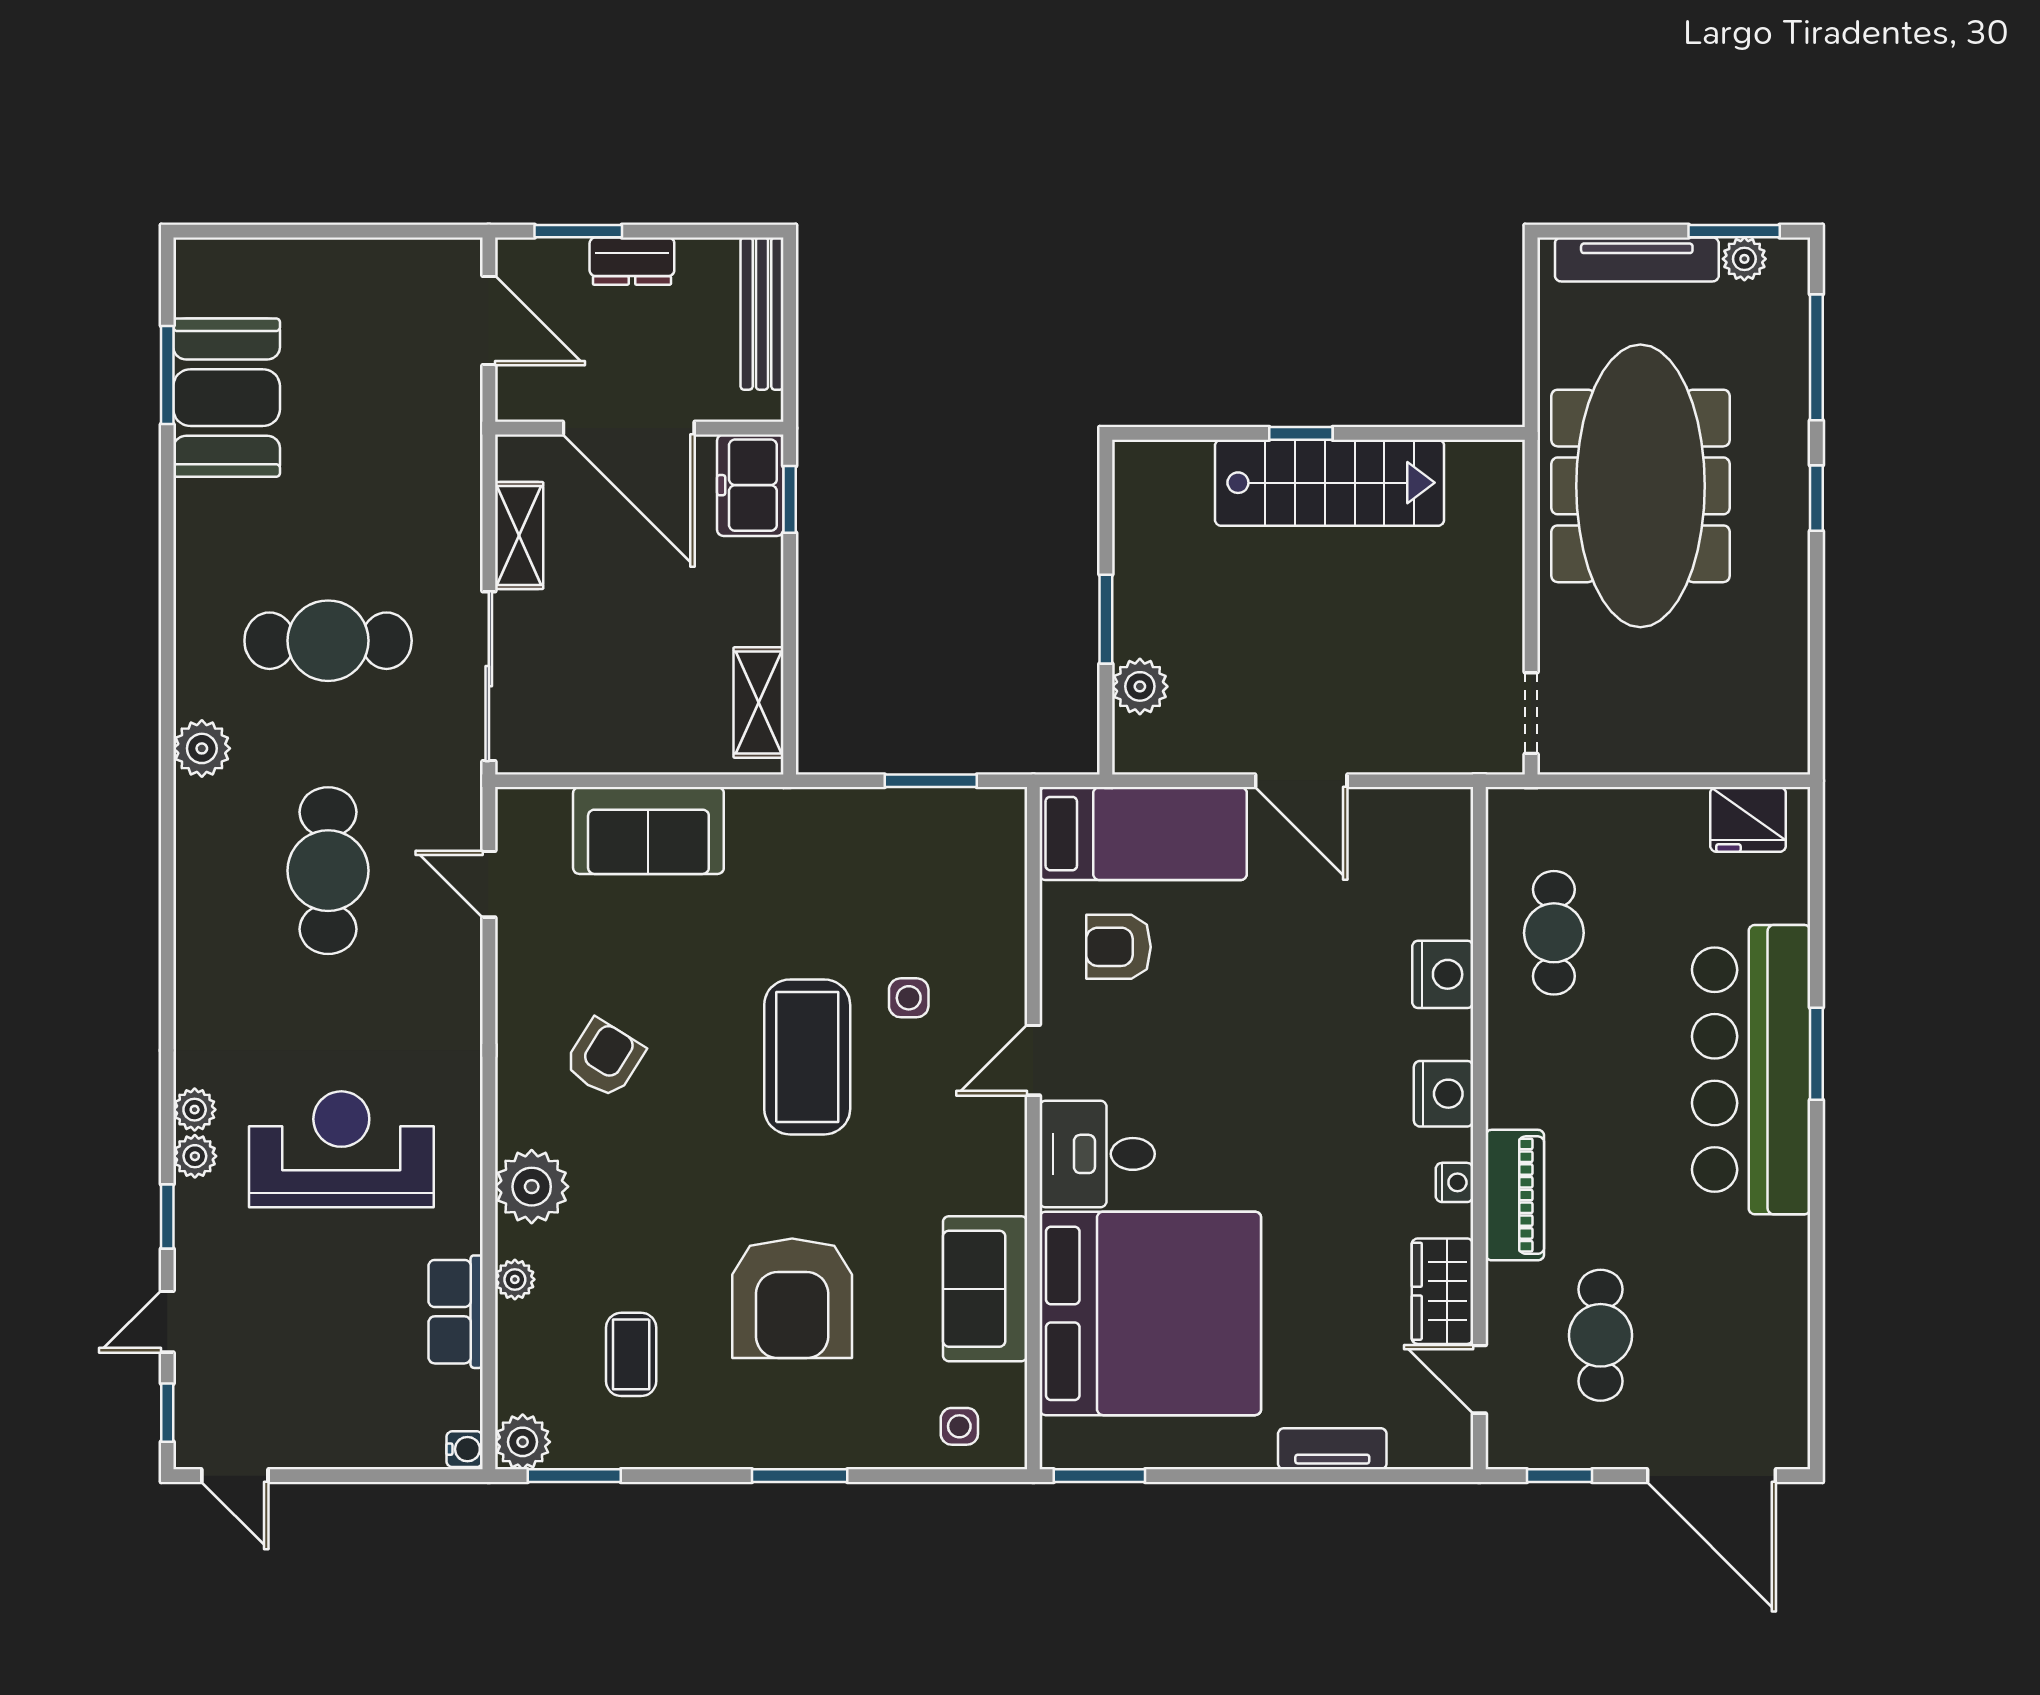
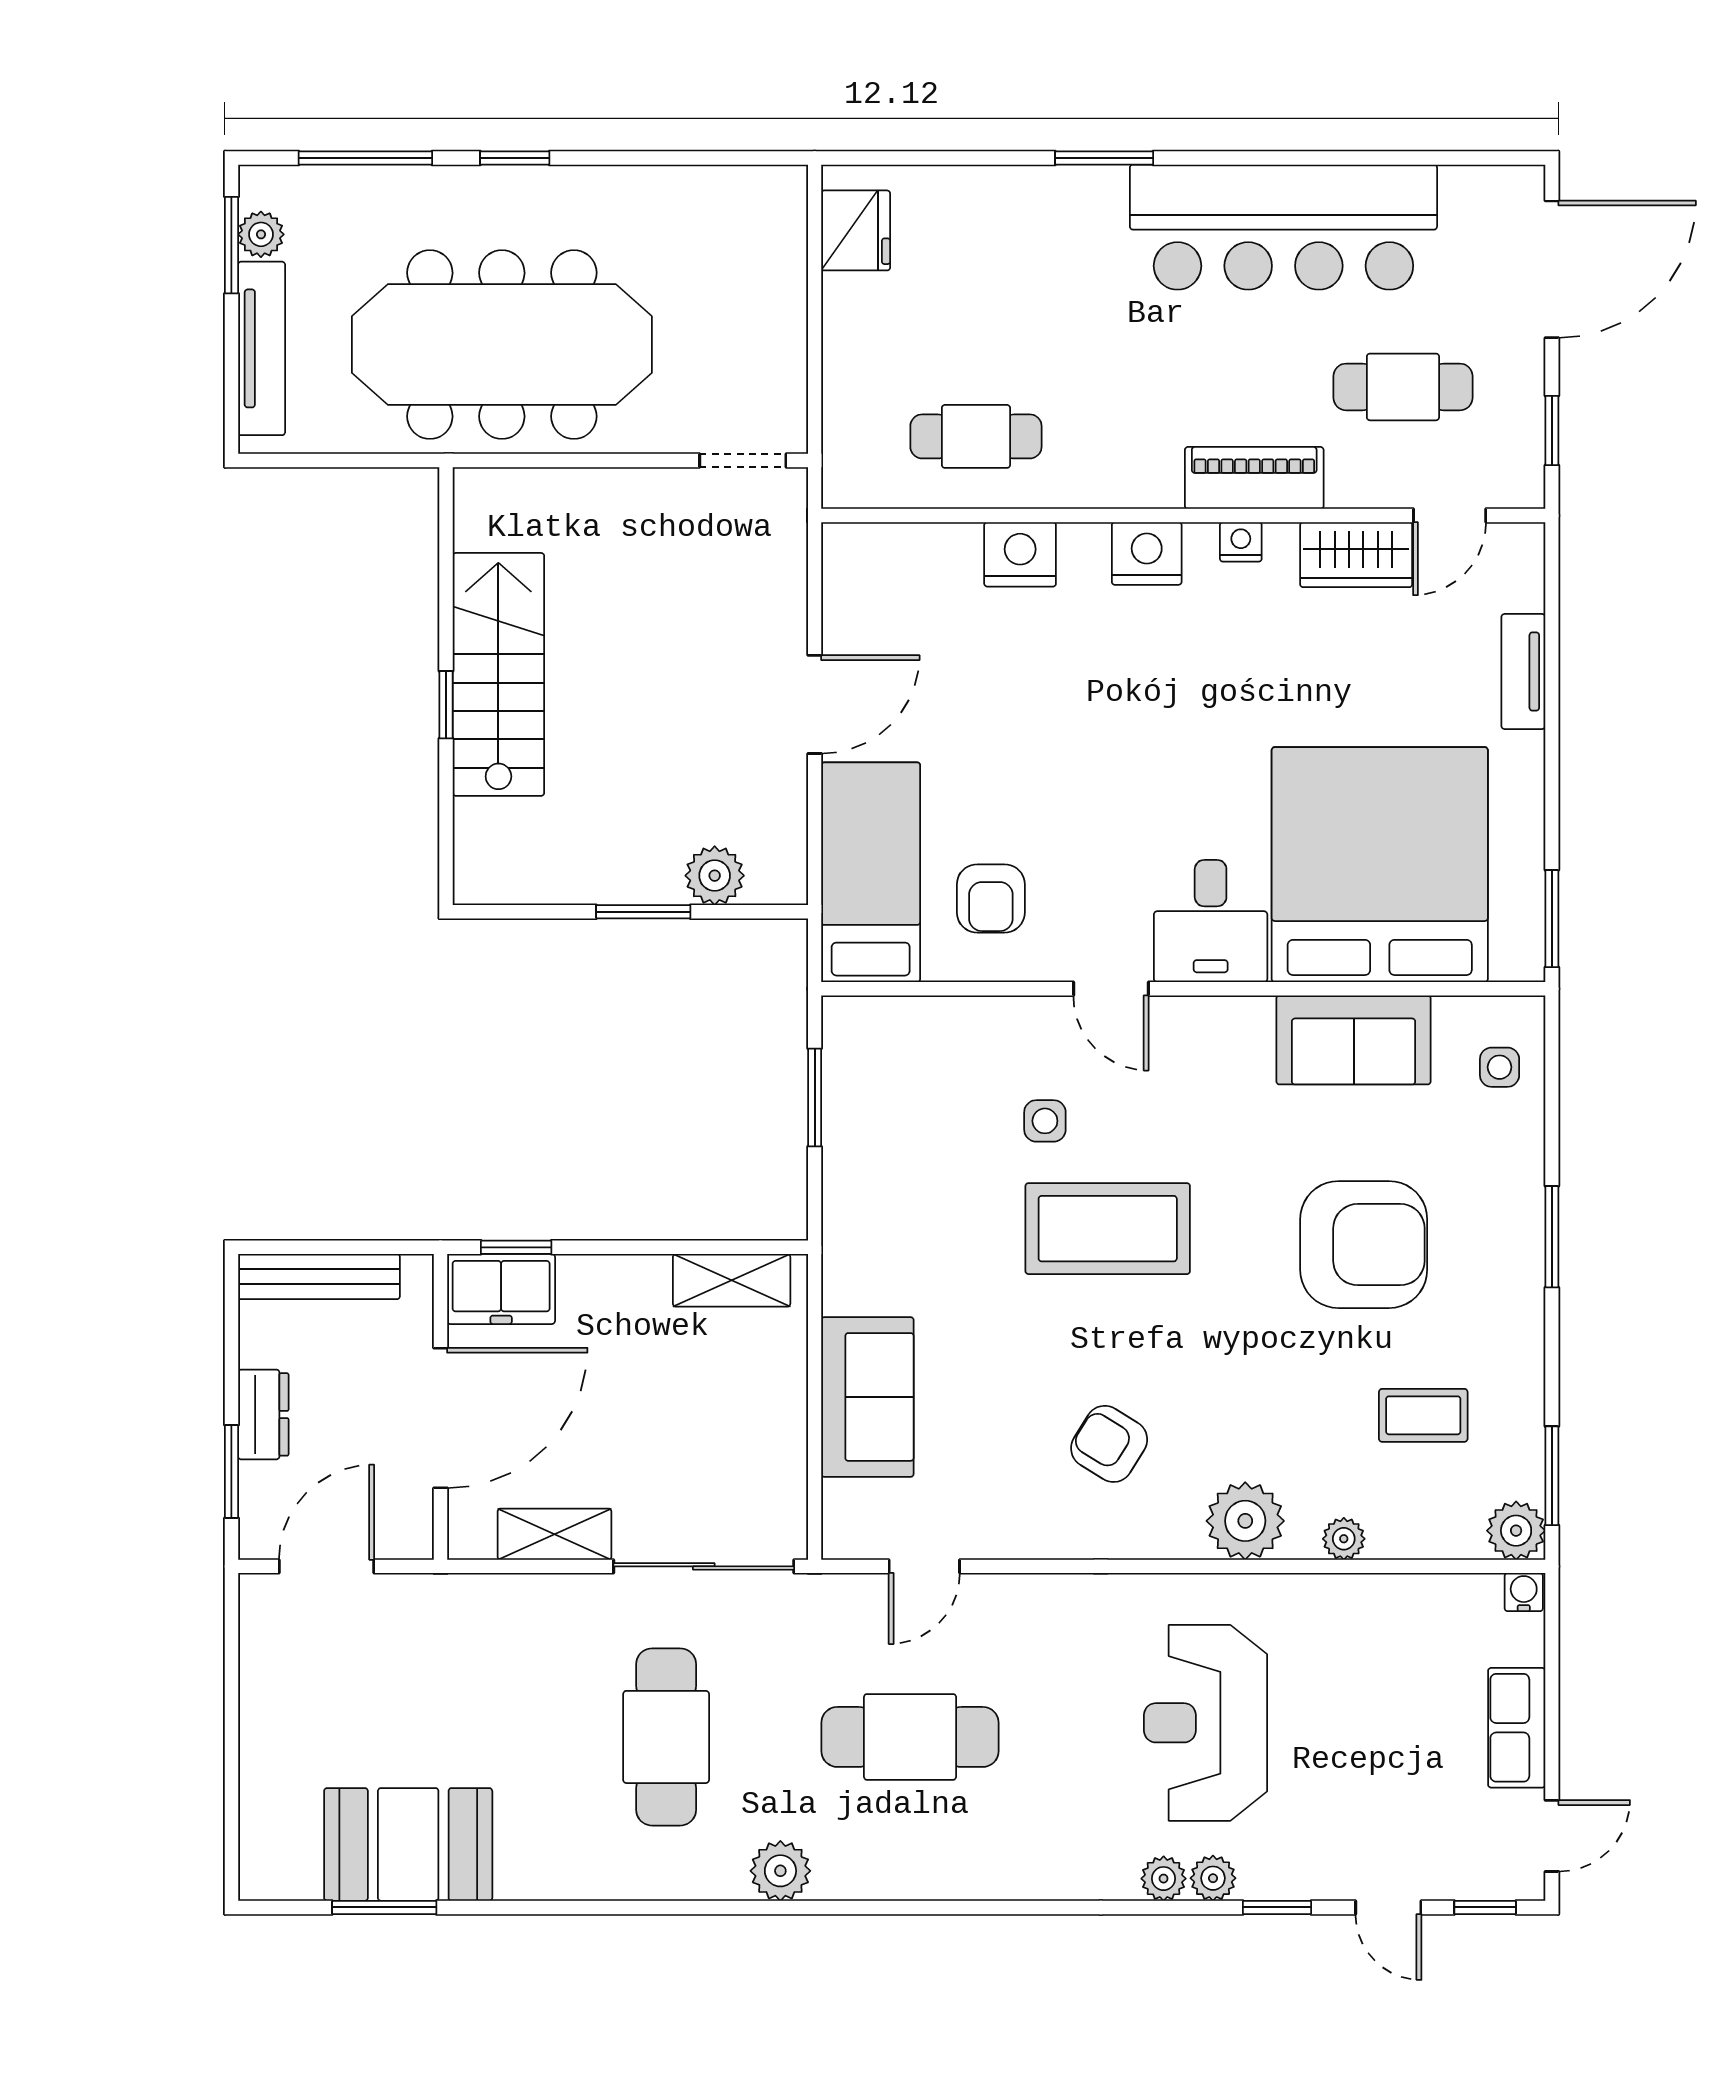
bar counter: (1751, 1070) -> (1283, 227), moved
row of seats: (456, 1312) -> (1517, 1728), moved, turned 90

